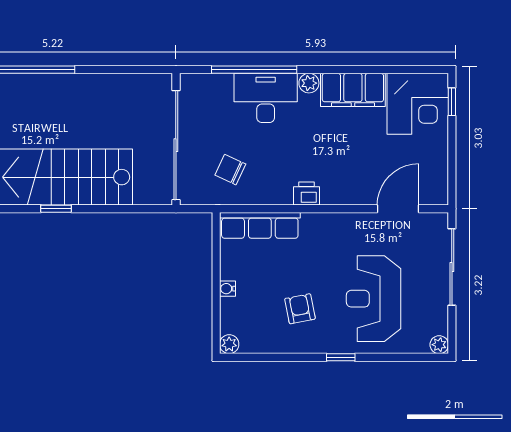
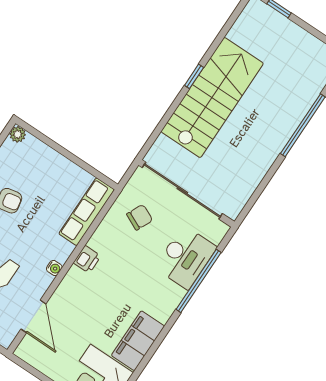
plant: (309, 83) -> (163, 313), removed
desk: (266, 98) -> (186, 257), moved
water cooler: (227, 289) -> (54, 268), moved, turned 90

